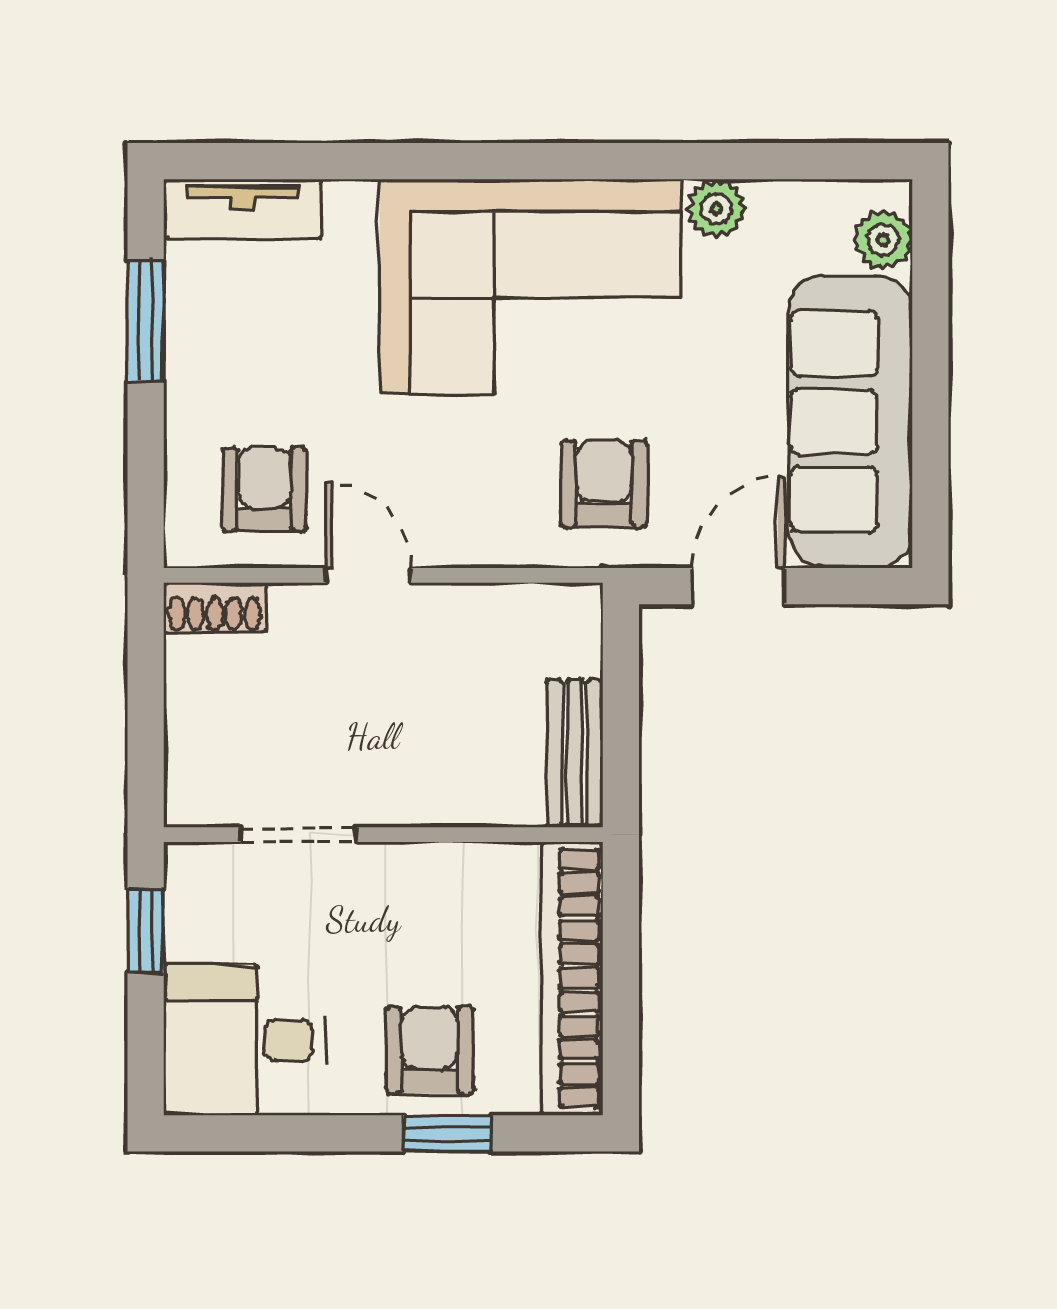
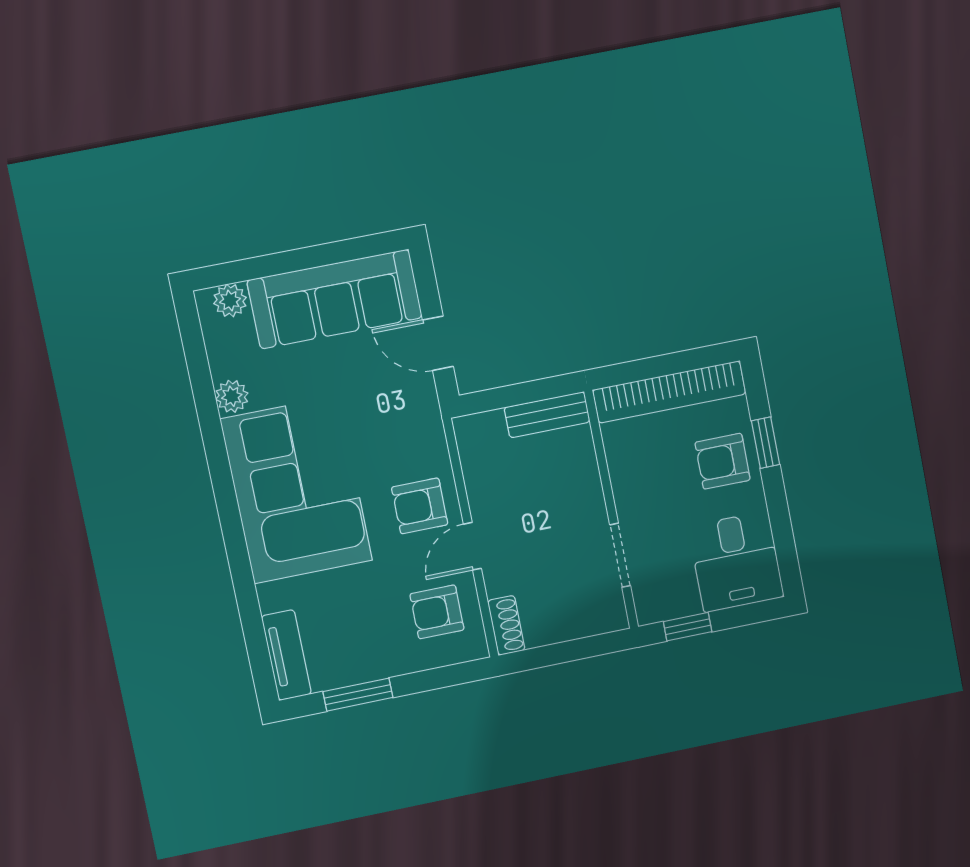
armchair: (604, 484) -> (420, 506), moved

